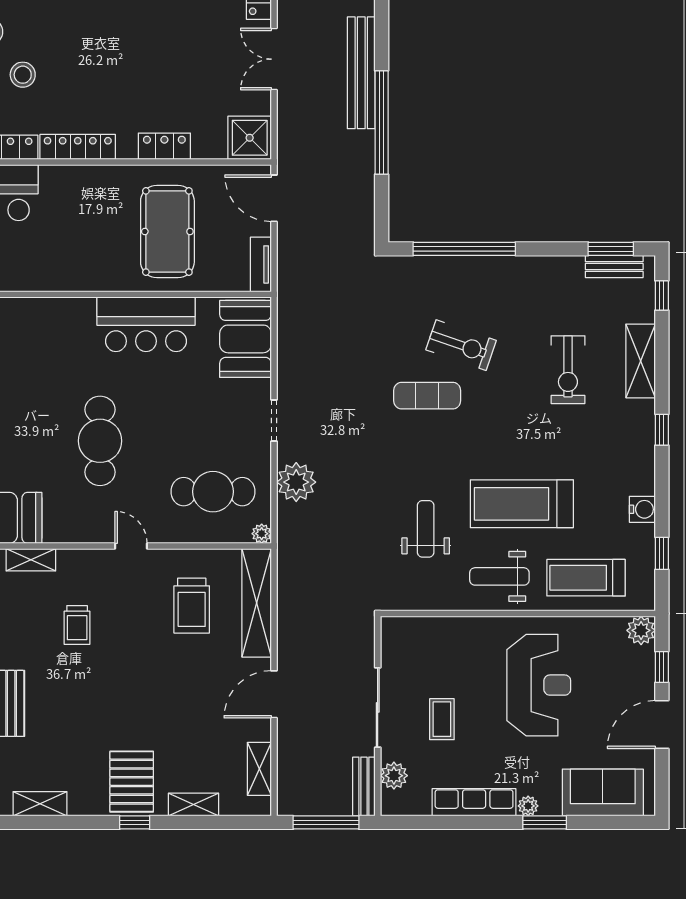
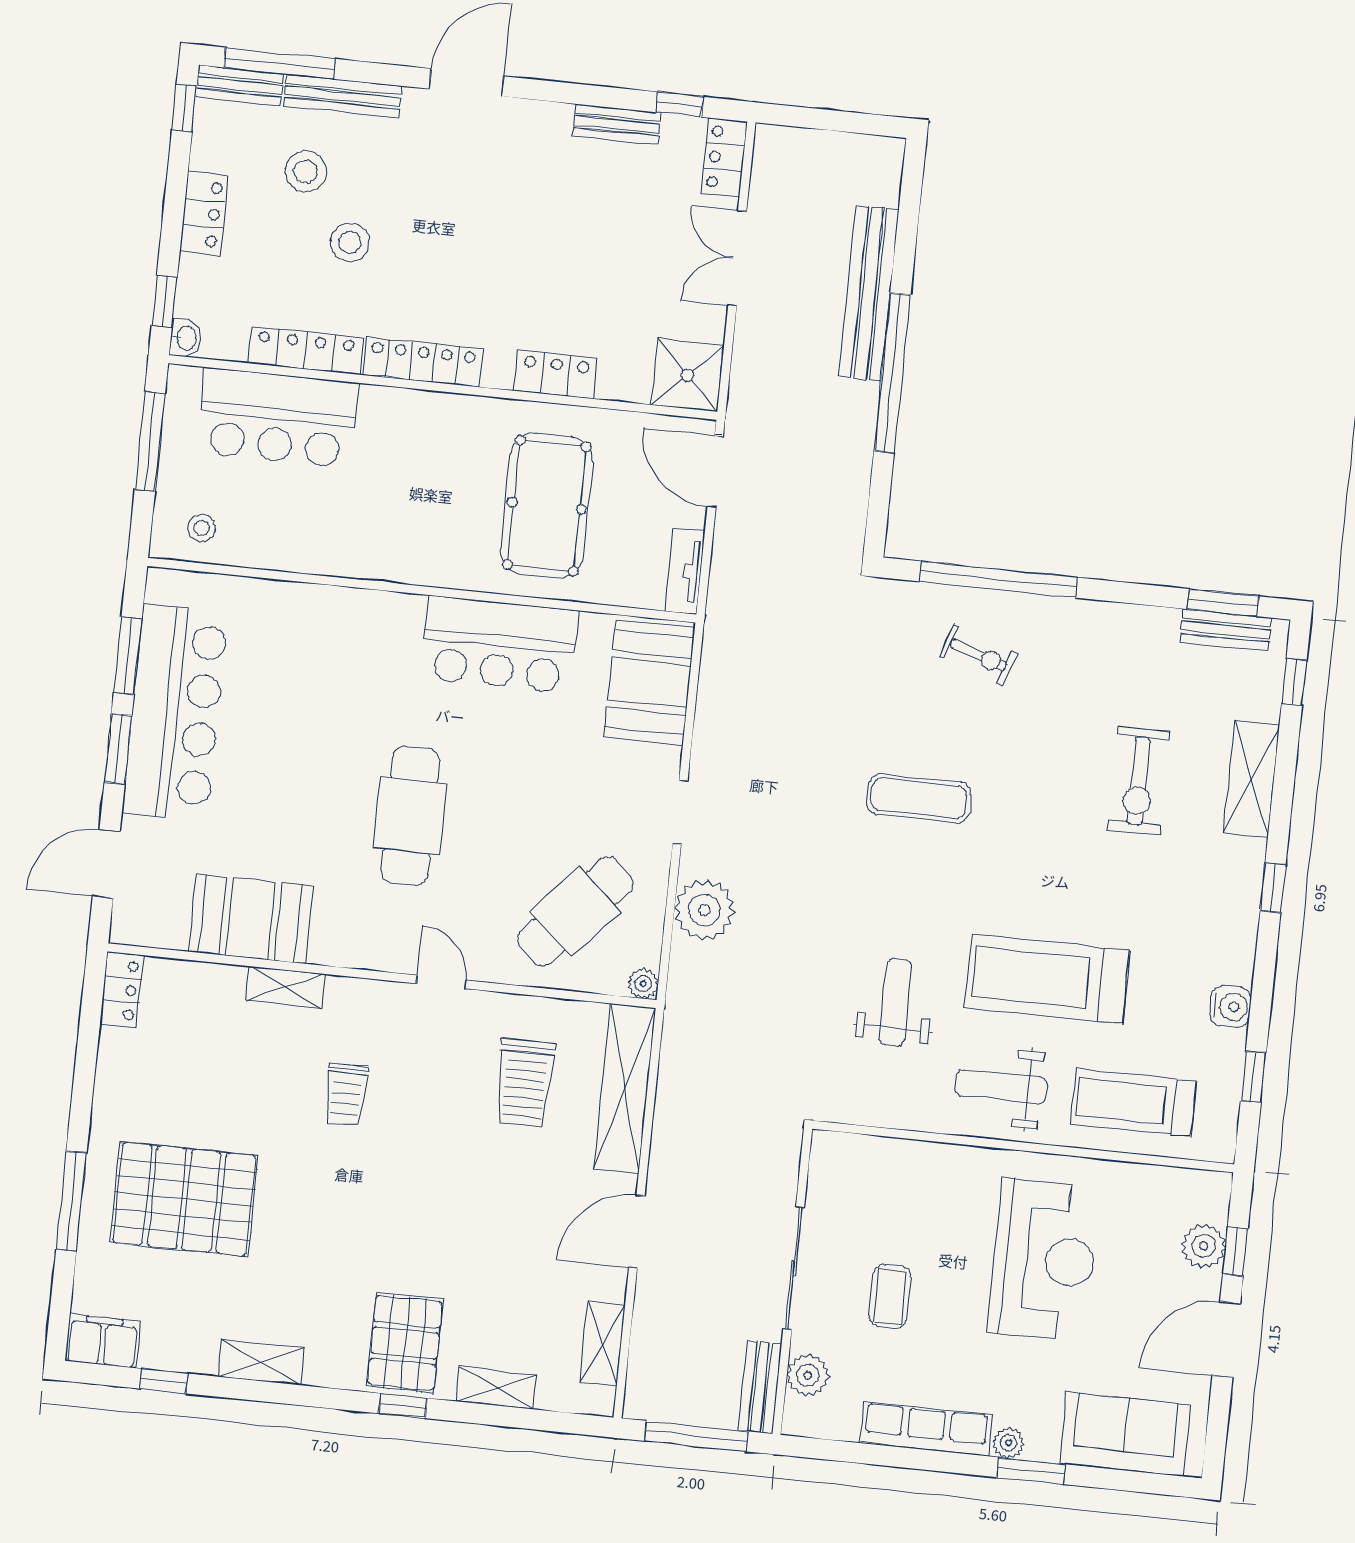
exercise bike: (461, 345) -> (978, 655), moved, width x0.73, depth x0.72
cafe table: (213, 492) -> (575, 911), turned -48
plant: (641, 630) -> (1204, 1246), moved

